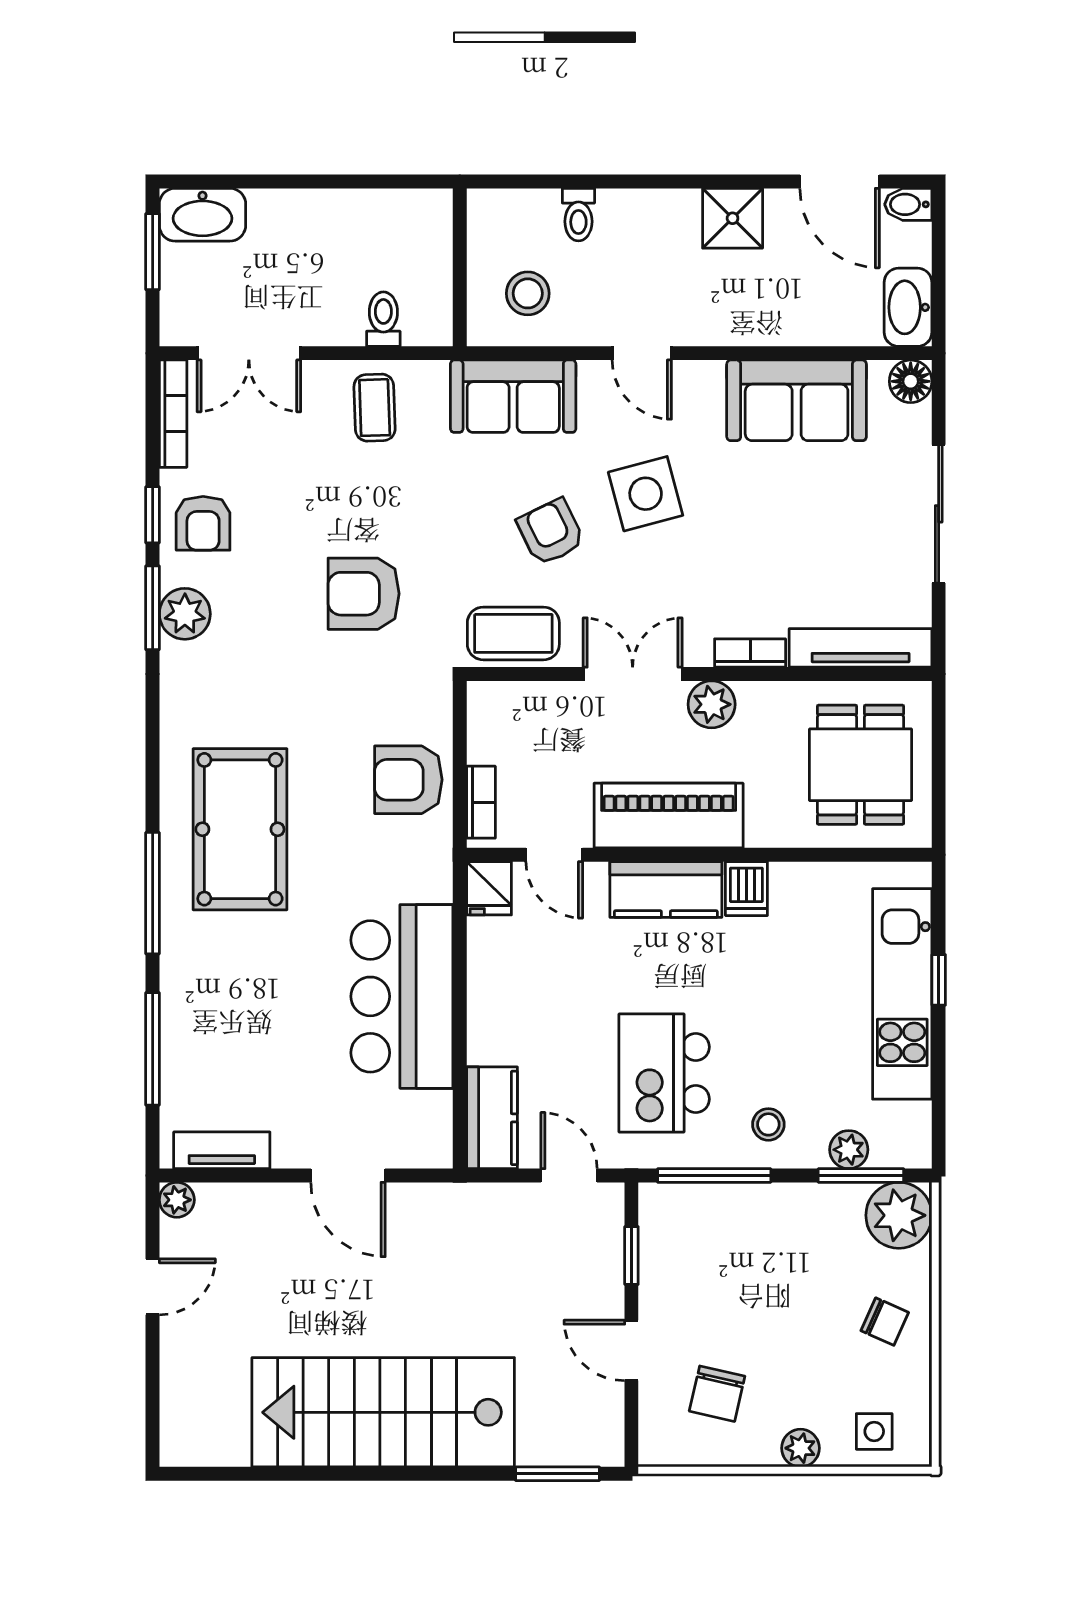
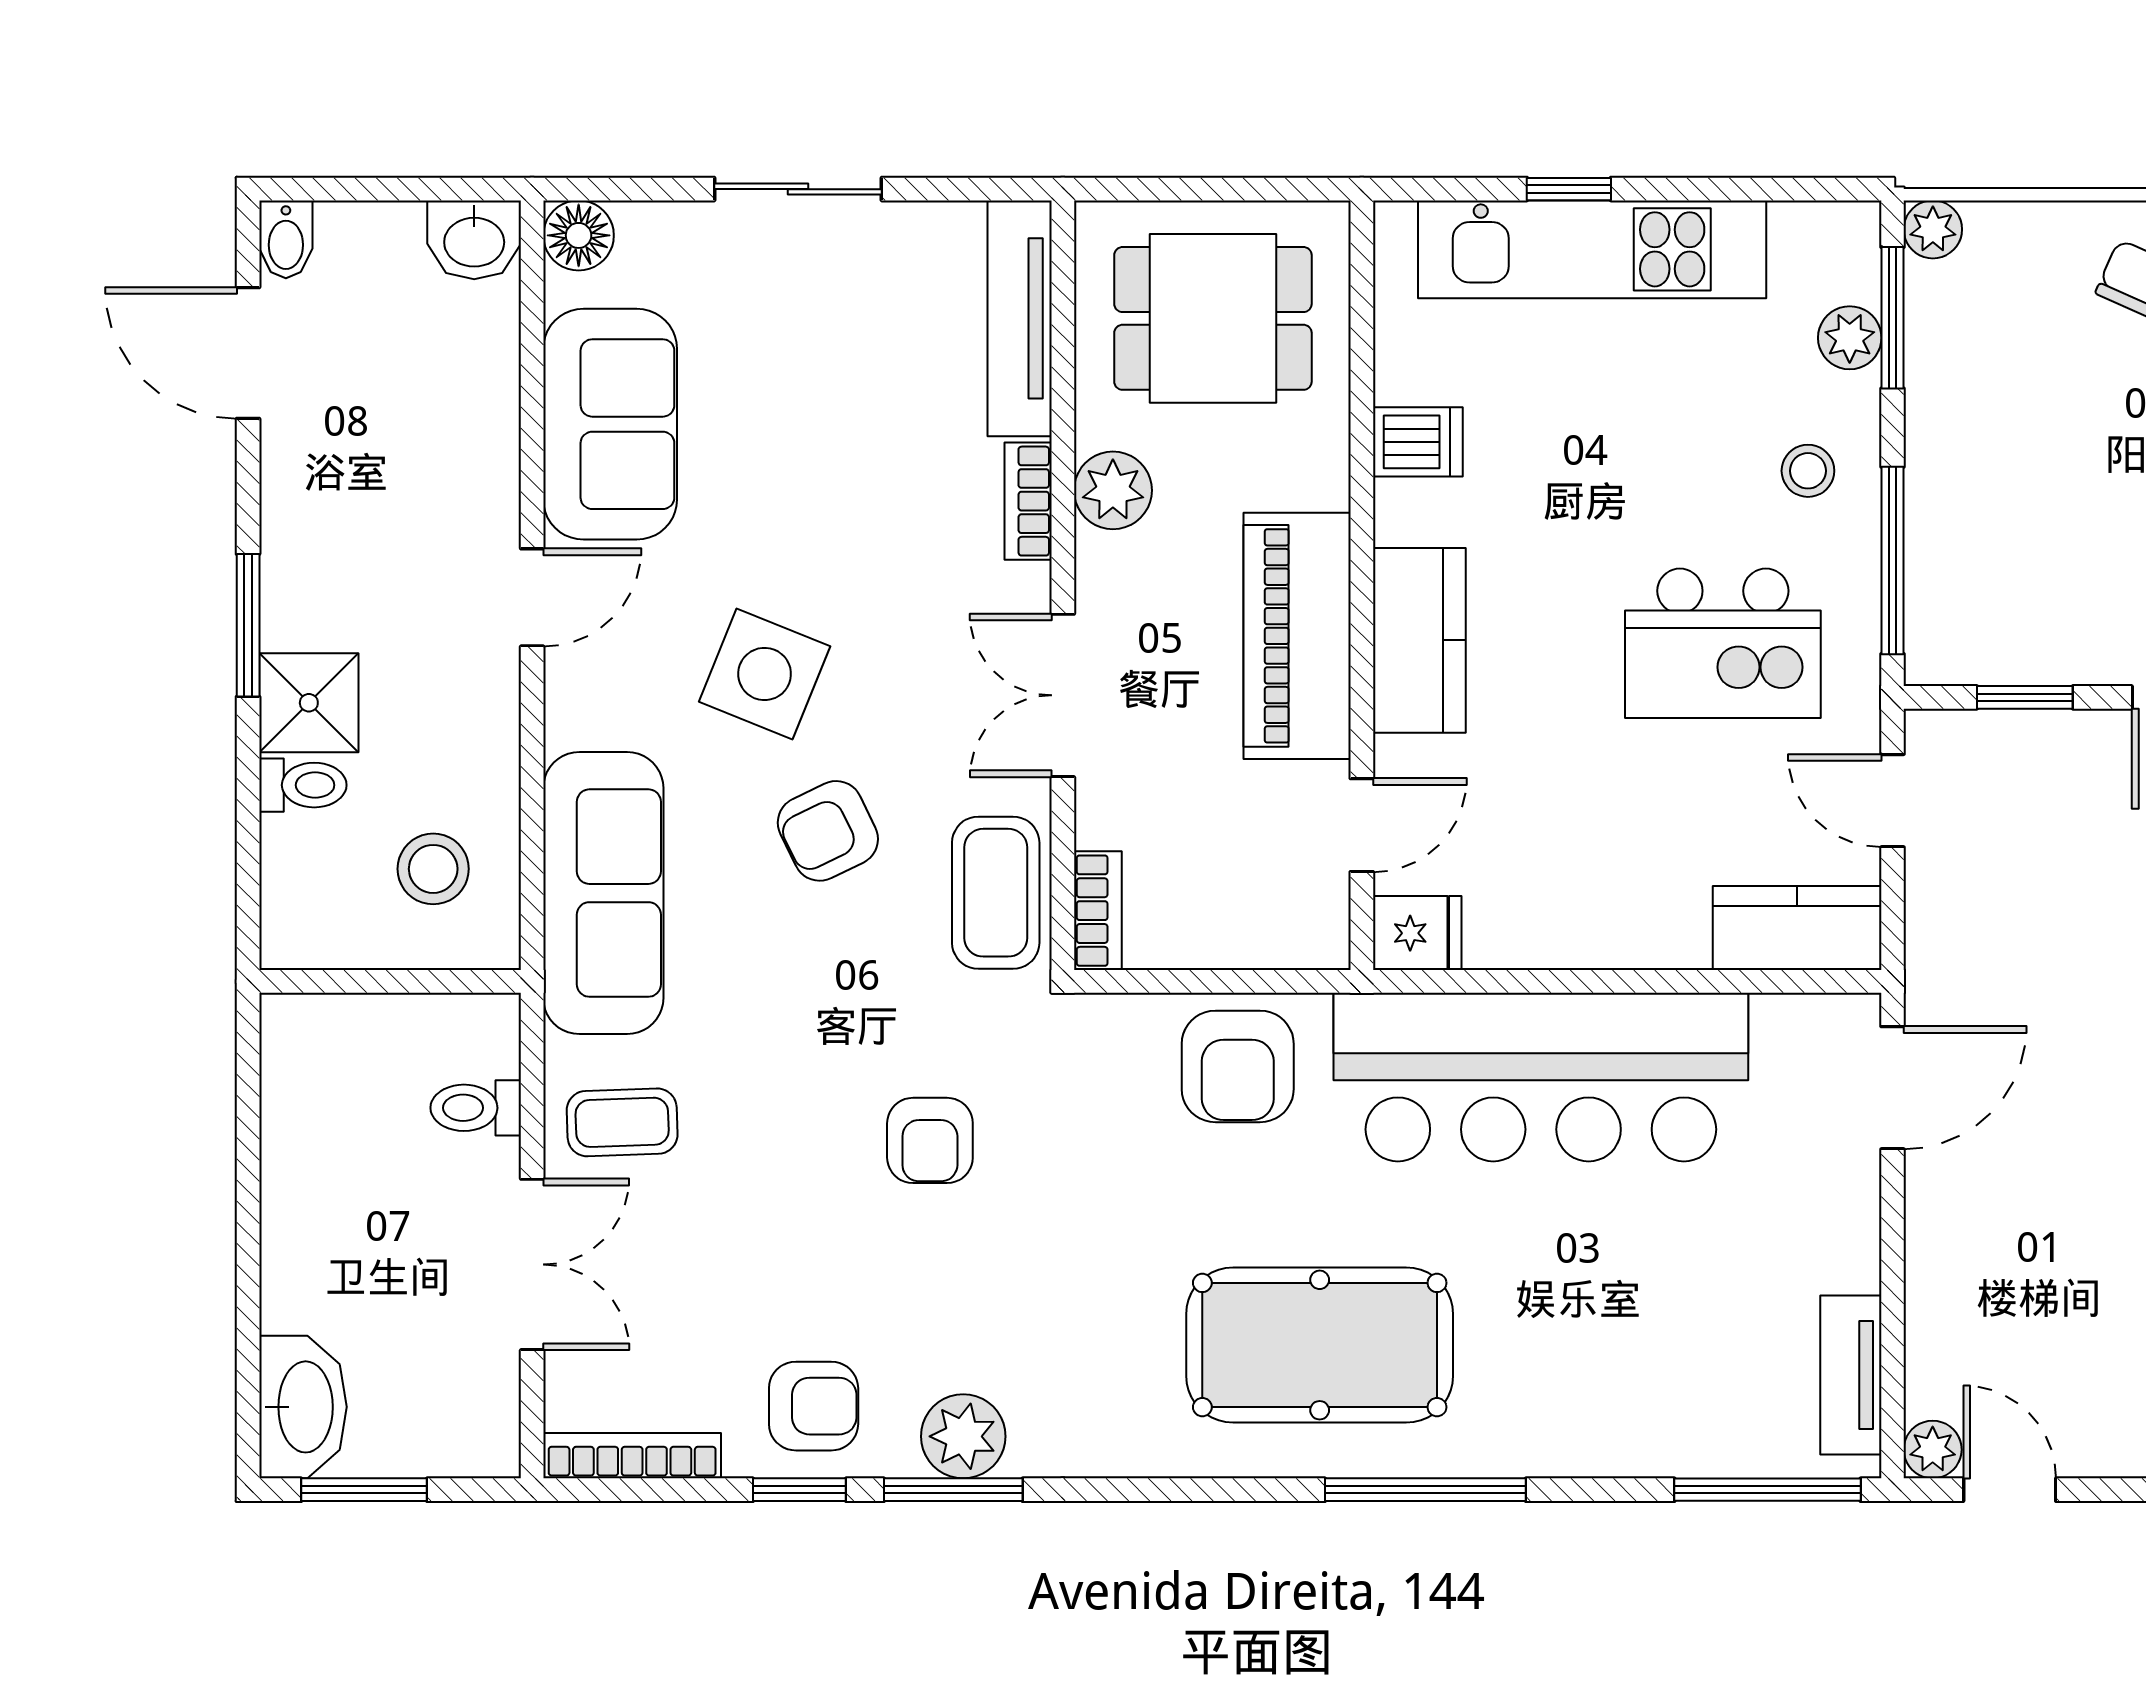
window: (675, 182) -> (248, 625), added
door: (840, 182) -> (248, 353), swing flipped
shower: (733, 218) -> (309, 703), moved
washbasin: (908, 307) -> (474, 240), width x0.72
double door: (249, 353) -> (532, 1264), moved
door: (642, 353) -> (532, 597), moved
sofa: (513, 396) -> (603, 893), width x1.36
side table: (646, 494) -> (765, 674), turned 37
sliding door: (939, 514) -> (798, 189), width x0.73
armchair: (364, 594) -> (930, 1140), width x0.72, depth x0.72
plant: (712, 704) -> (1113, 490), moved
bookcase: (481, 802) -> (1098, 911), moved, turned 90
dishwasher: (746, 889) -> (1418, 442), moved
bar counter: (402, 996) -> (1541, 1077), width x1.36
window: (153, 1049) -> (1767, 1490), moved
door: (348, 1176) -> (1893, 1088), moved
door: (569, 1176) -> (1893, 801), hinge flipped
plant: (899, 1215) -> (1933, 229), width x0.53, depth x0.53
door: (153, 1287) -> (2010, 1490), moved

